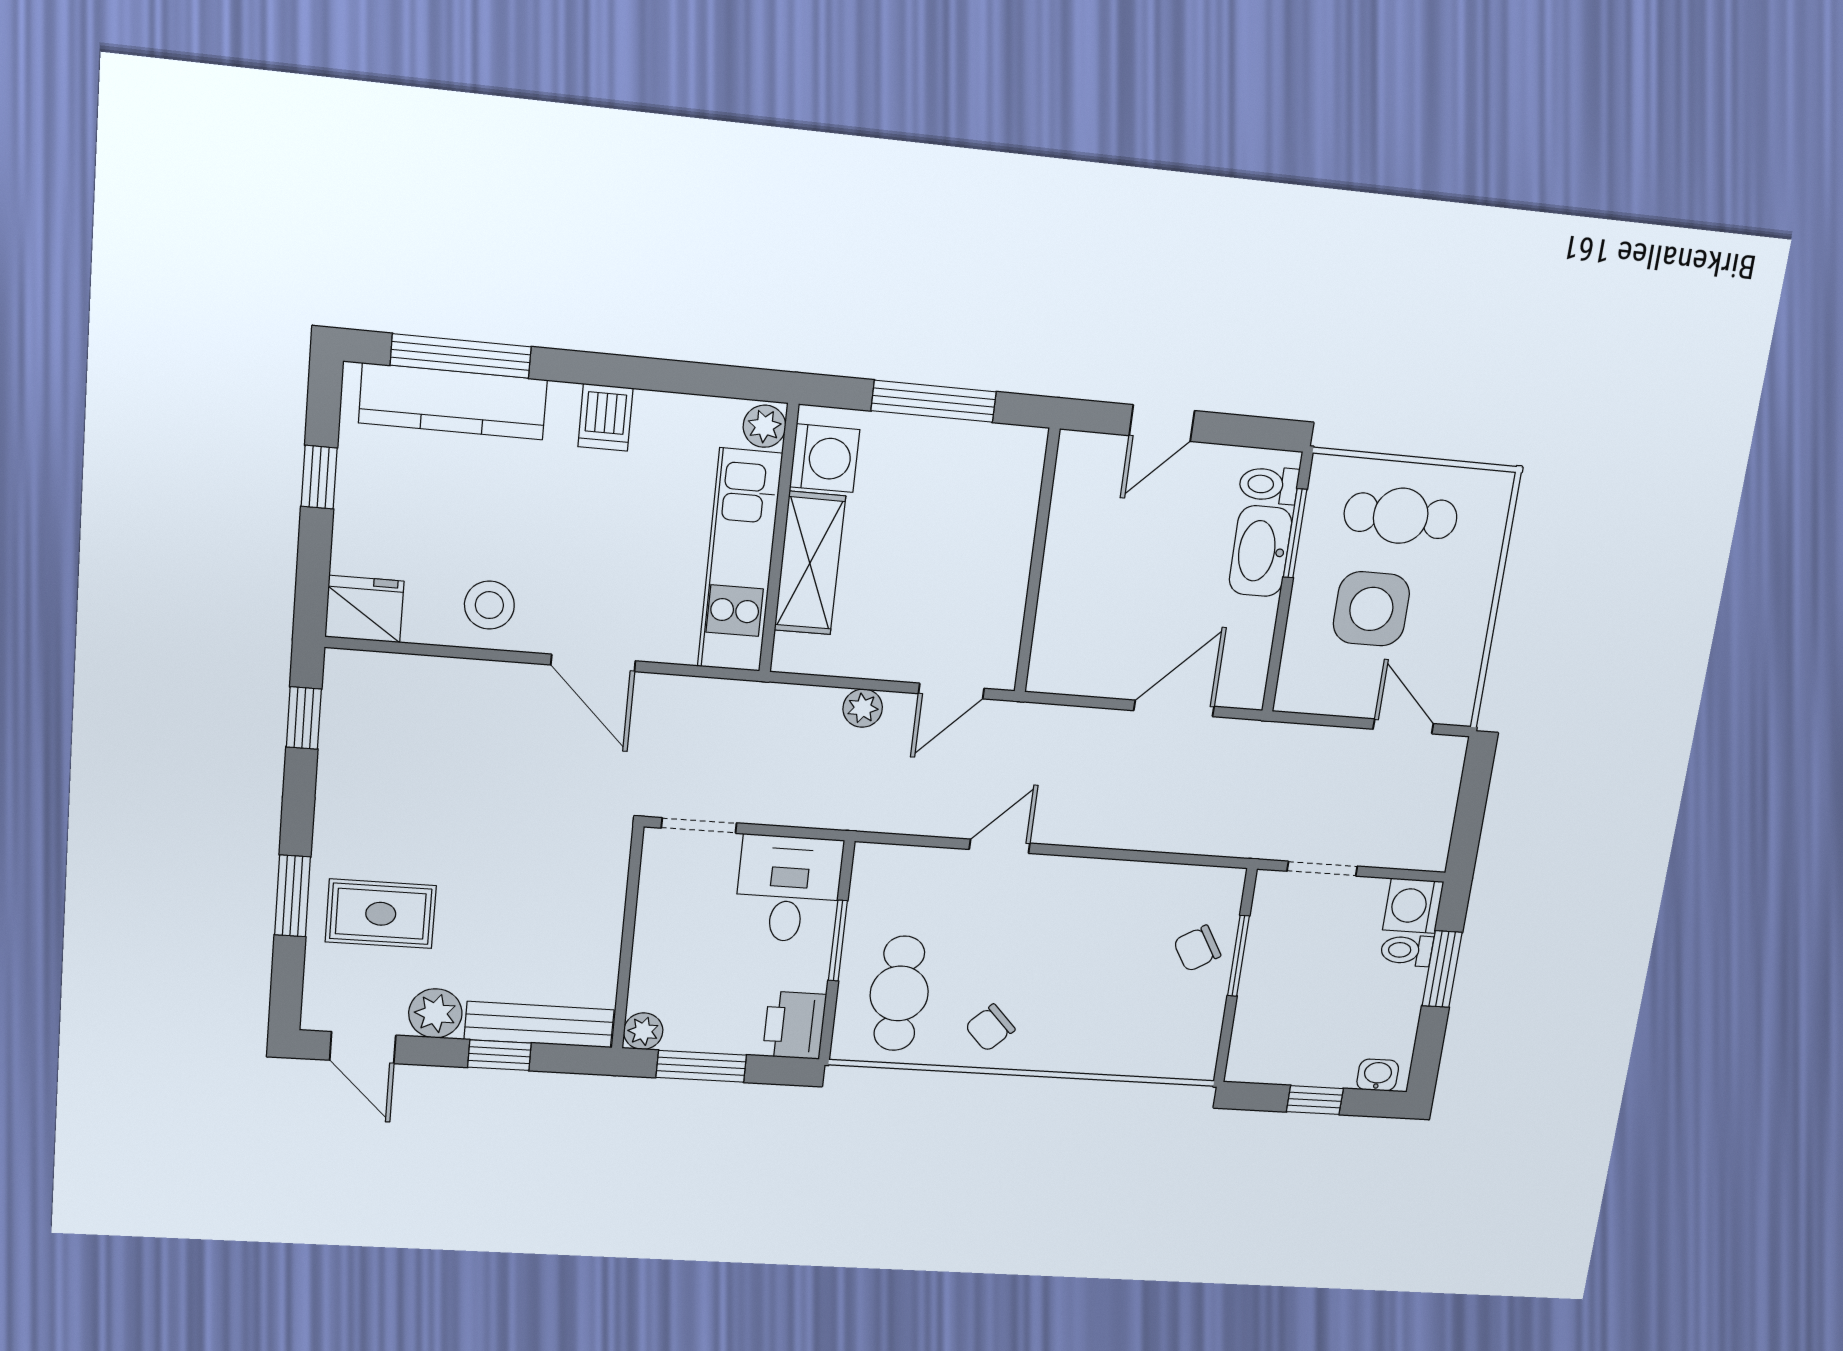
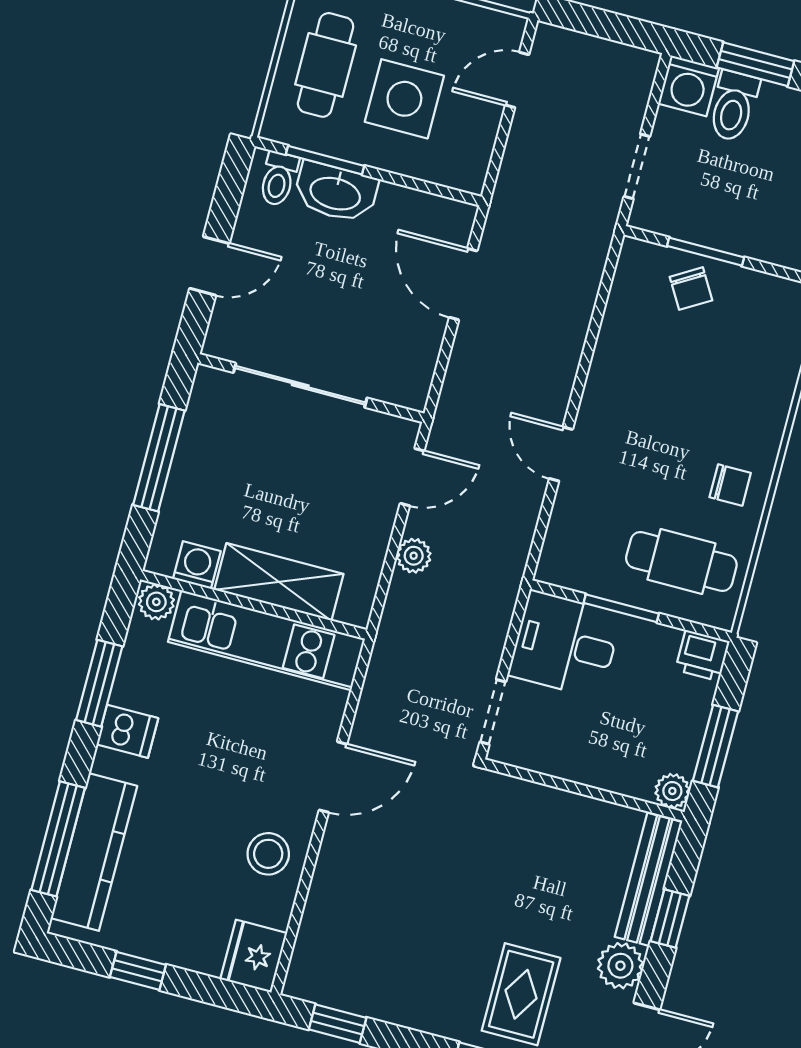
window: (657, 375) -> (99, 683), added
door: (1162, 423) -> (210, 266), hinge flipped
washing machine: (825, 458) -> (197, 565), width x0.73, depth x0.73
sliding door: (1039, 549) -> (300, 385), added
door: (951, 691) -> (412, 477), hinge flipped
toilet: (1407, 950) -> (733, 106), width x1.37, depth x1.39
printer: (794, 1025) -> (702, 656), width x0.73, depth x0.81
chair: (990, 1028) -> (730, 485), turned -46

